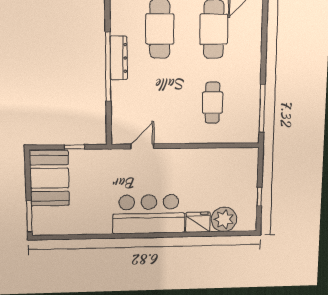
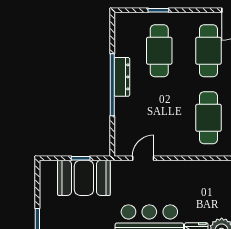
cafe table: (212, 103) -> (208, 118), width x1.37, depth x1.35
booth: (49, 178) -> (84, 178), moved, turned 90

